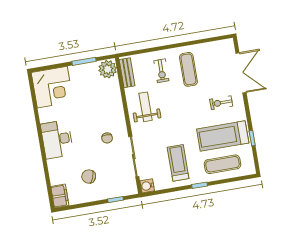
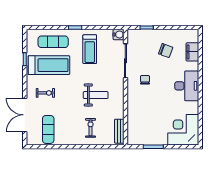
plant: (108, 69) -> (135, 137), removed
exercise mat: (188, 69) -> (48, 129), moved
weight bench: (146, 107) -> (96, 95), moved, turned -90
filing cabinet: (60, 196) -> (192, 52), moved

